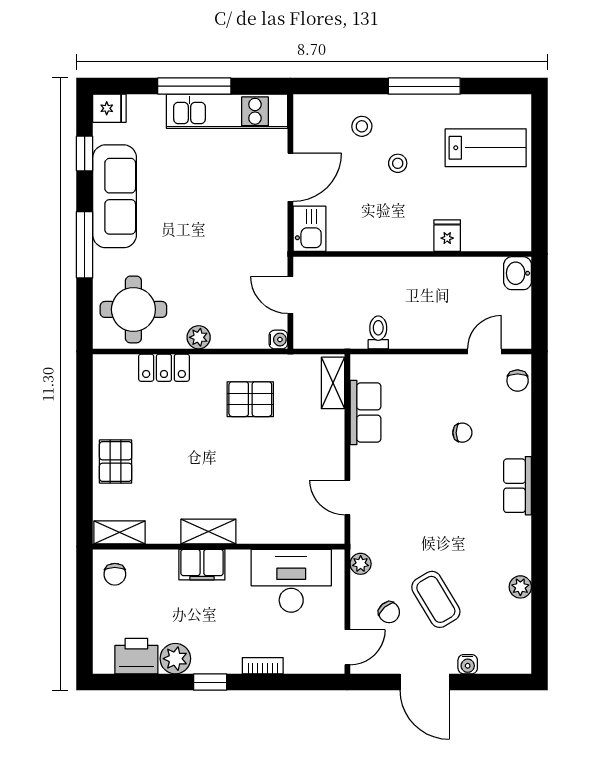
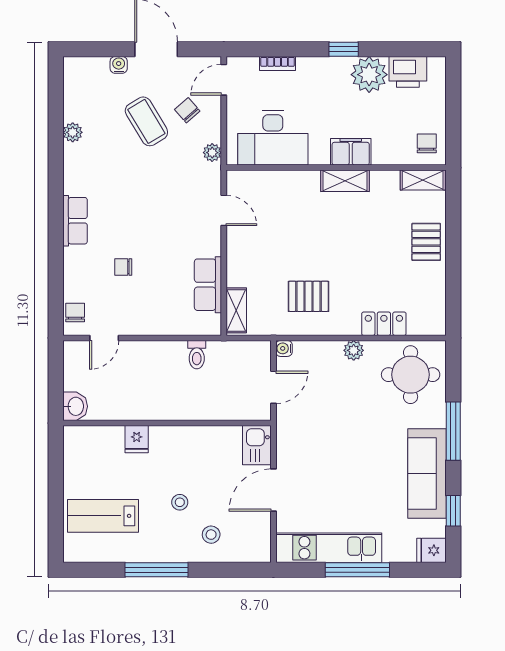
door: (290, 295) -> (273, 387), hinge flipped
plant: (175, 659) -> (369, 75), width x1.36, depth x1.36
bookcase: (263, 666) -> (278, 64), moved

